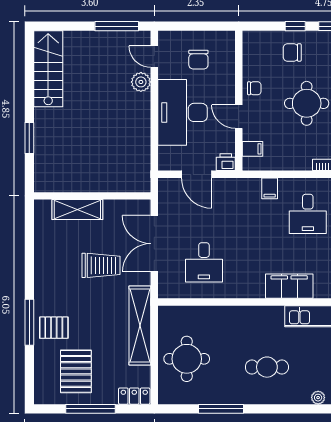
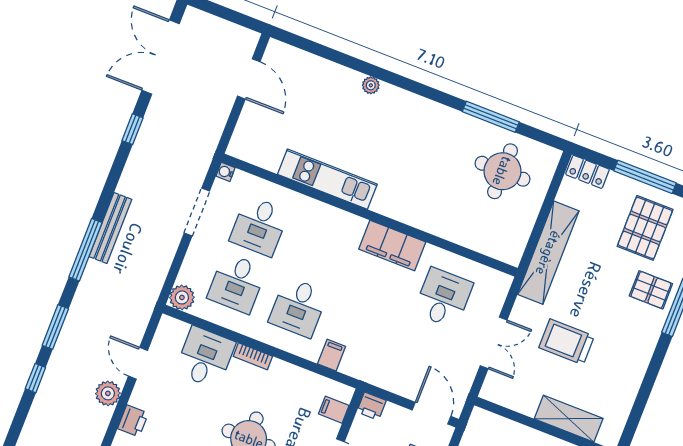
door: (197, 174) -> (432, 413), moved
desk: (308, 214) -> (298, 307), turned 180
double door: (154, 244) -> (494, 343), width x0.73
filing cabinet: (289, 286) -> (392, 246), moved
round table: (187, 359) -> (502, 171), moved
cafe table: (267, 367) -> (417, 145), removed

